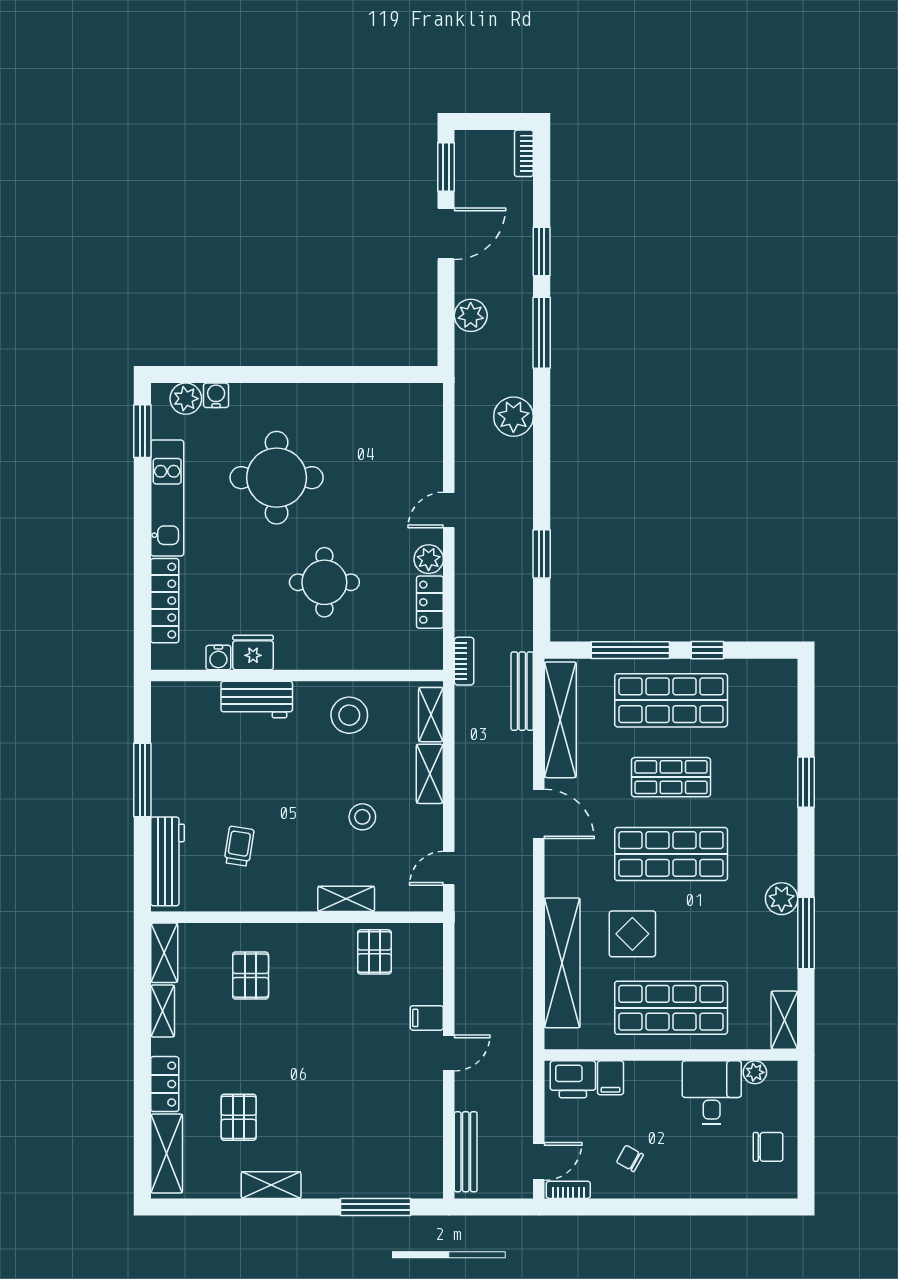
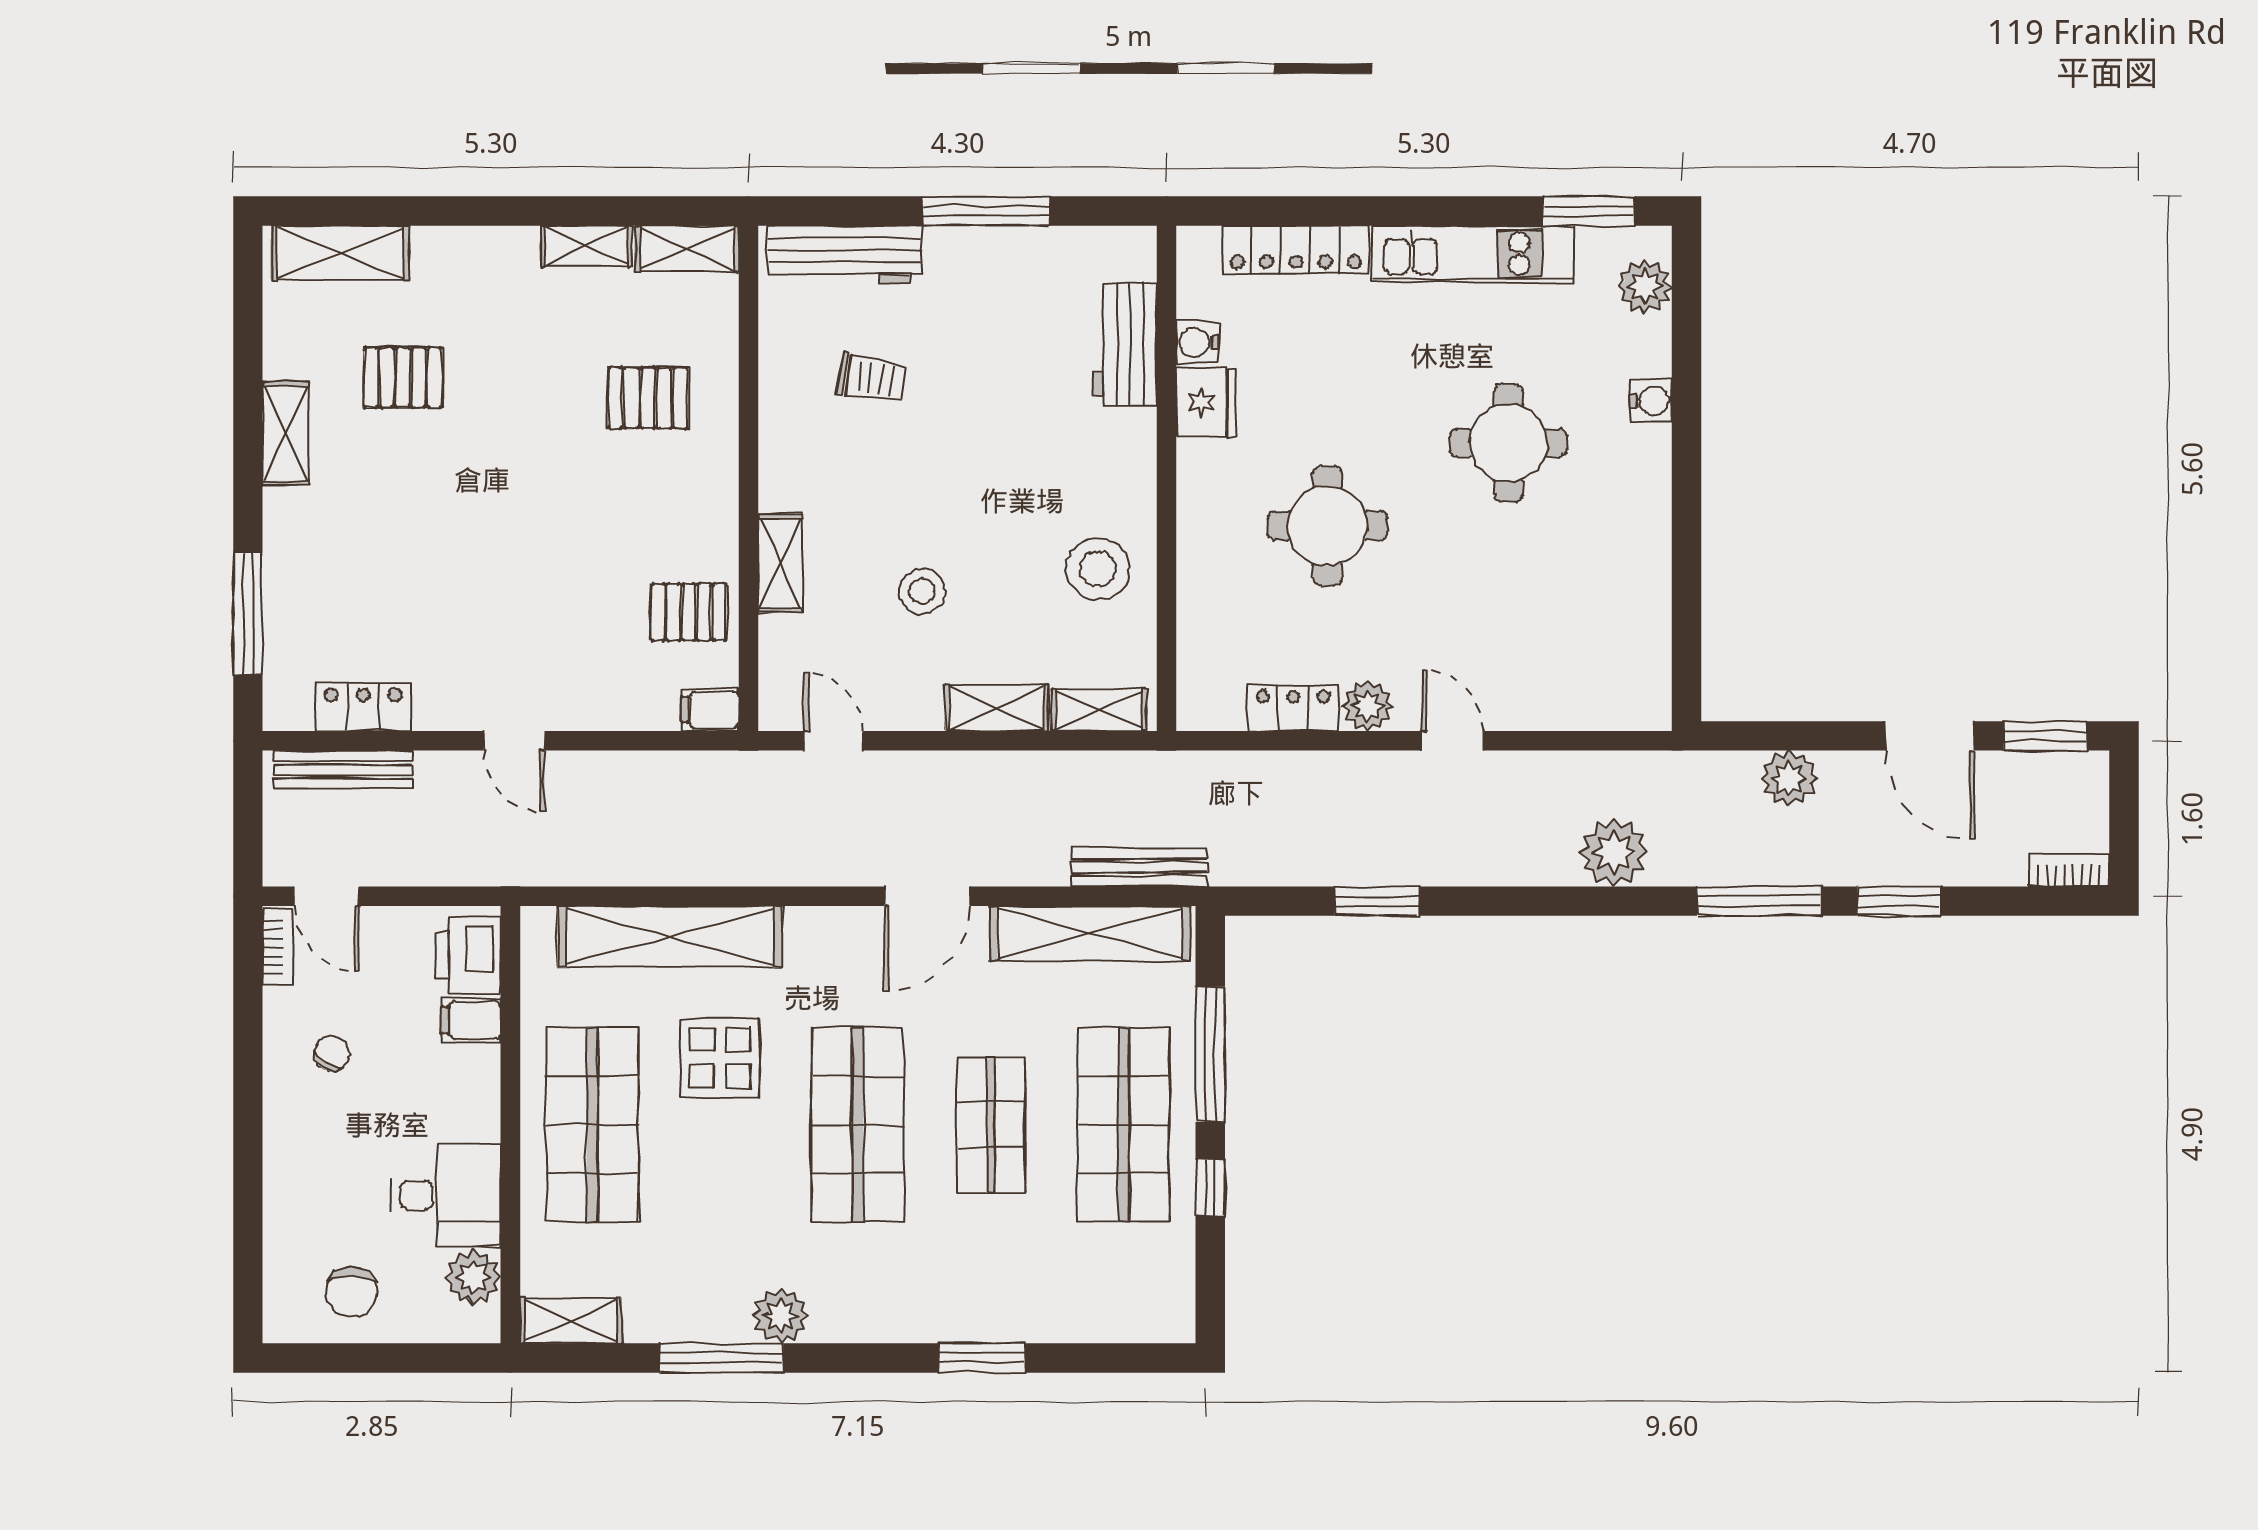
water cooler: (216, 395) -> (1651, 401), moved
round table: (277, 478) -> (1508, 443), width x0.73, depth x0.73
bookcase: (464, 661) -> (1191, 767), removed
workbench: (257, 699) -> (1125, 344), moved
filing cabinet: (427, 1018) -> (710, 710), moved, turned -90
plant: (755, 1072) -> (473, 1277), width x1.38, depth x1.38
locker: (165, 1084) -> (363, 707), moved, turned 180

